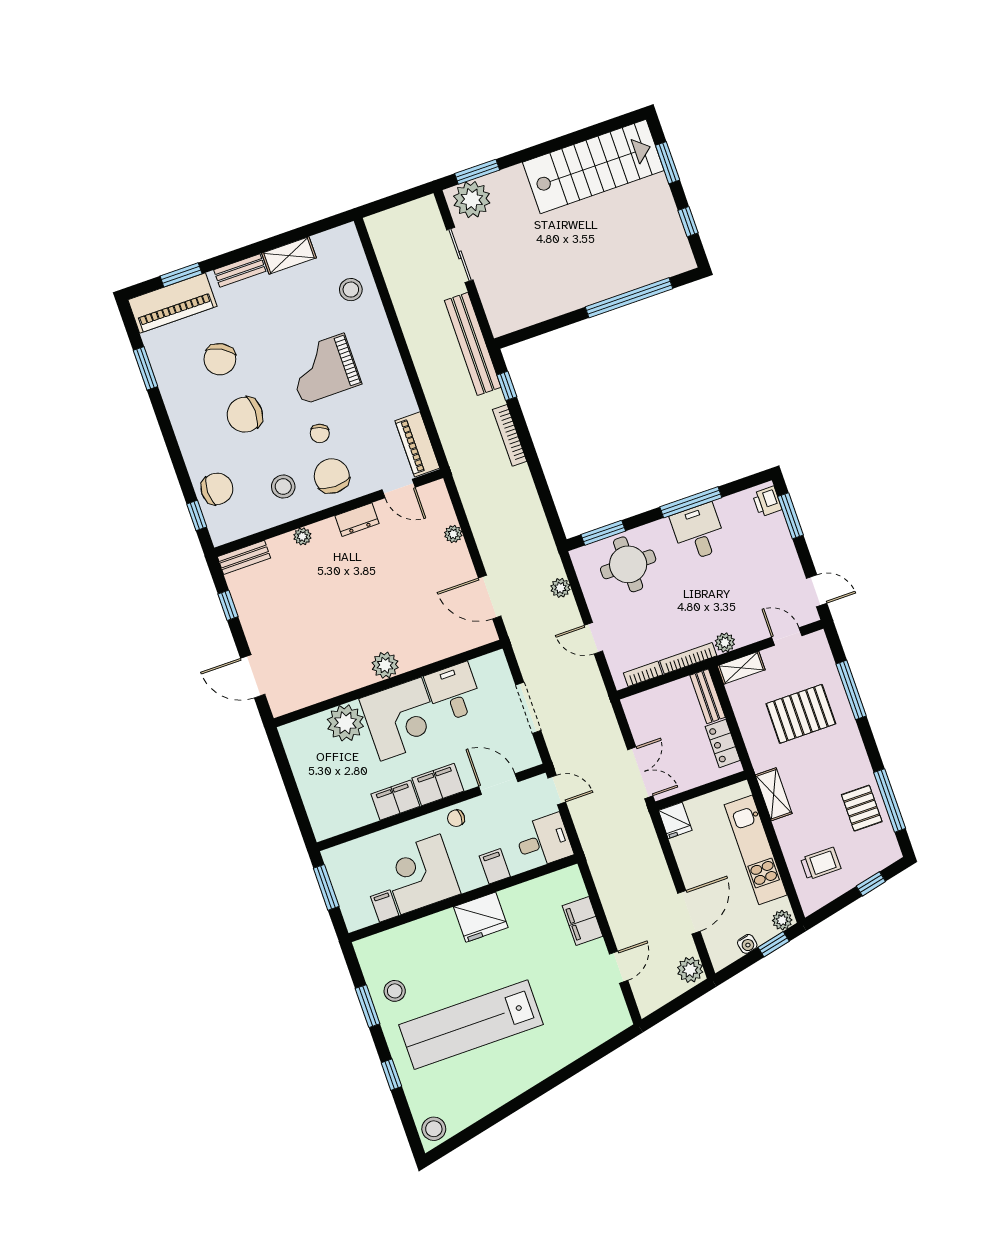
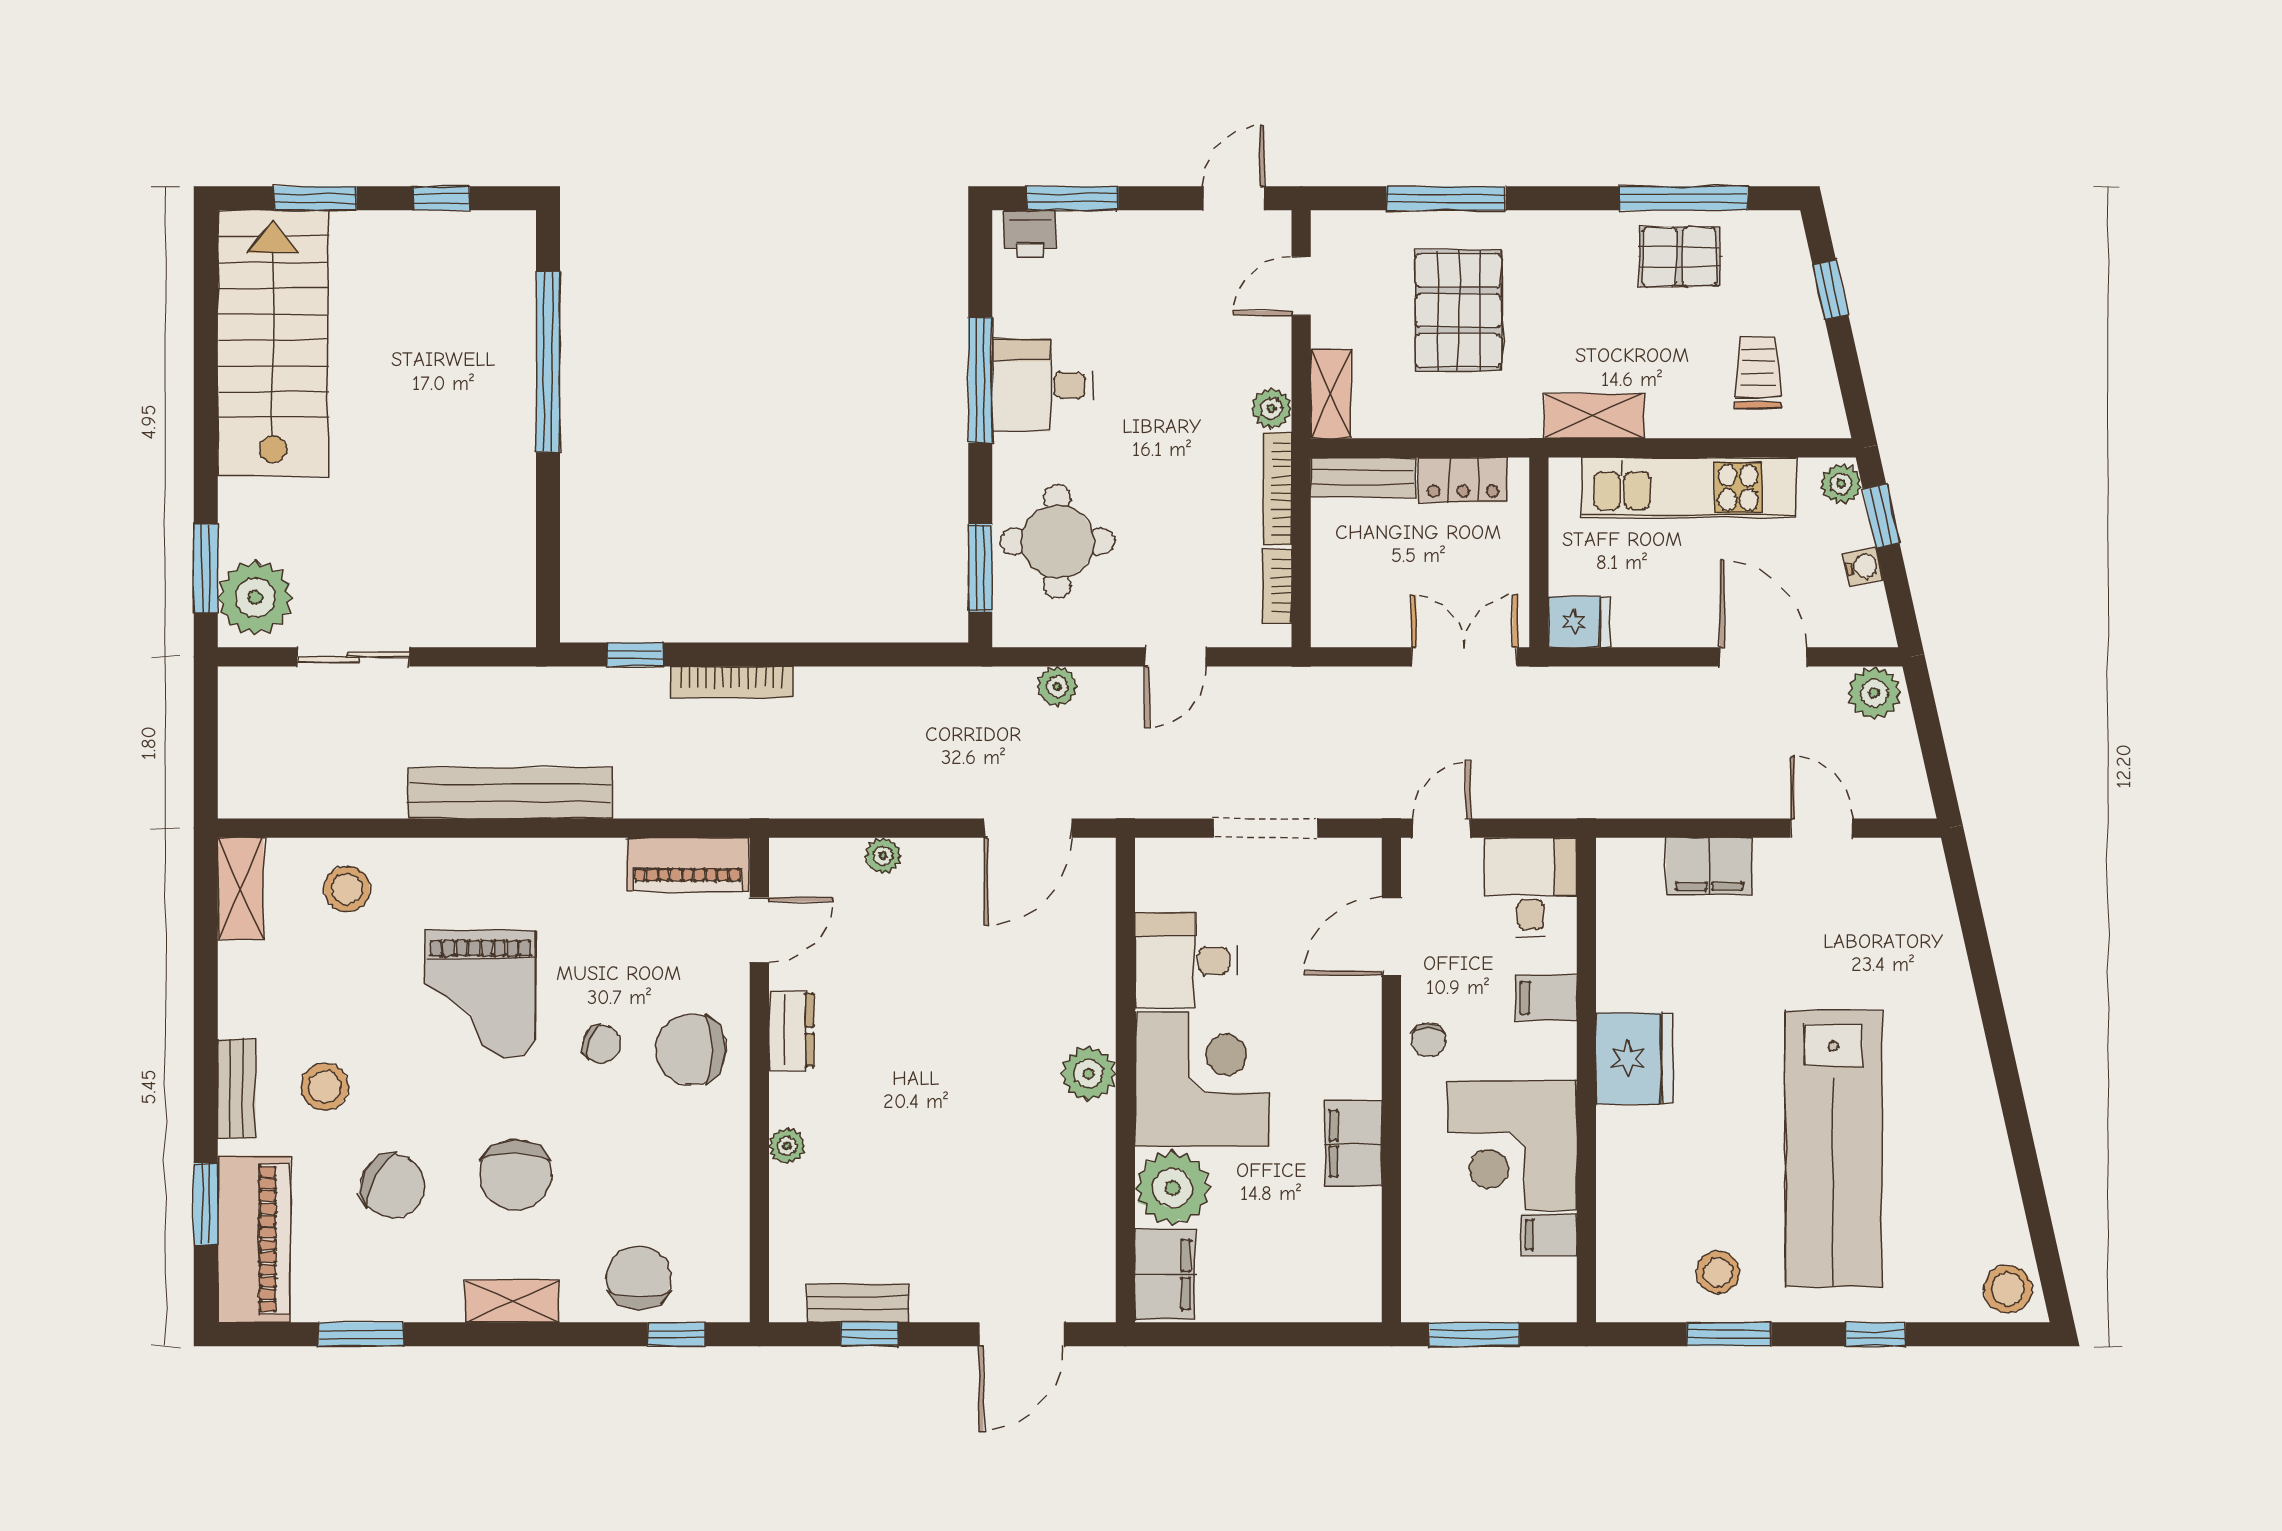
shelving: (289, 255) -> (240, 888), moved
bench: (473, 344) -> (510, 793), moved
shelving: (185, 433) -> (512, 1301), added
stool: (283, 487) -> (325, 1087), moved
bench: (244, 557) -> (858, 1303), moved, turned 90
filing cabinet: (438, 784) -> (1165, 1275), moved, turned 180

